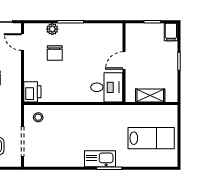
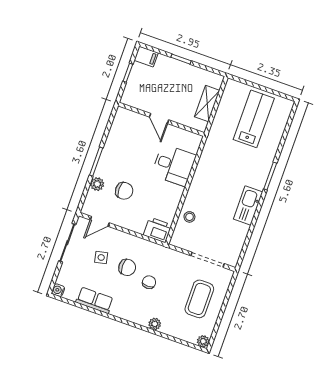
desk: (107, 87) -> (174, 165), moved, turned 90
stool: (38, 117) -> (189, 217), moved
kitchen sink: (100, 159) -> (248, 206), moved

